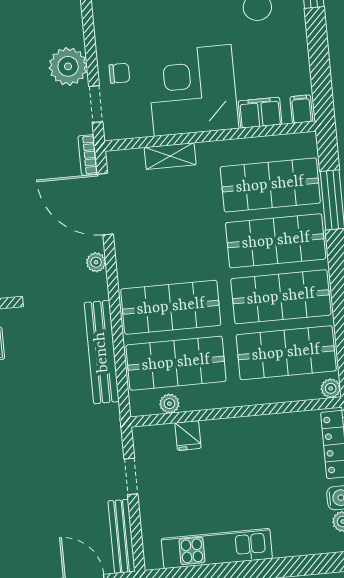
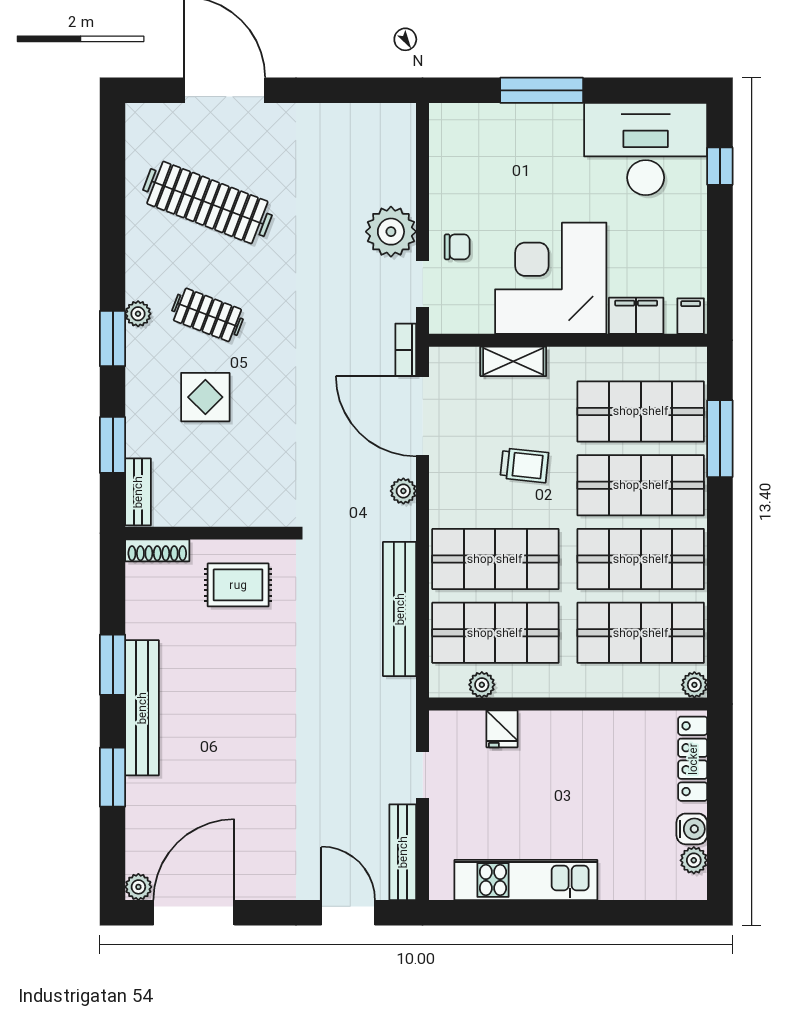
trolley: (186, 234) -> (524, 465), added

